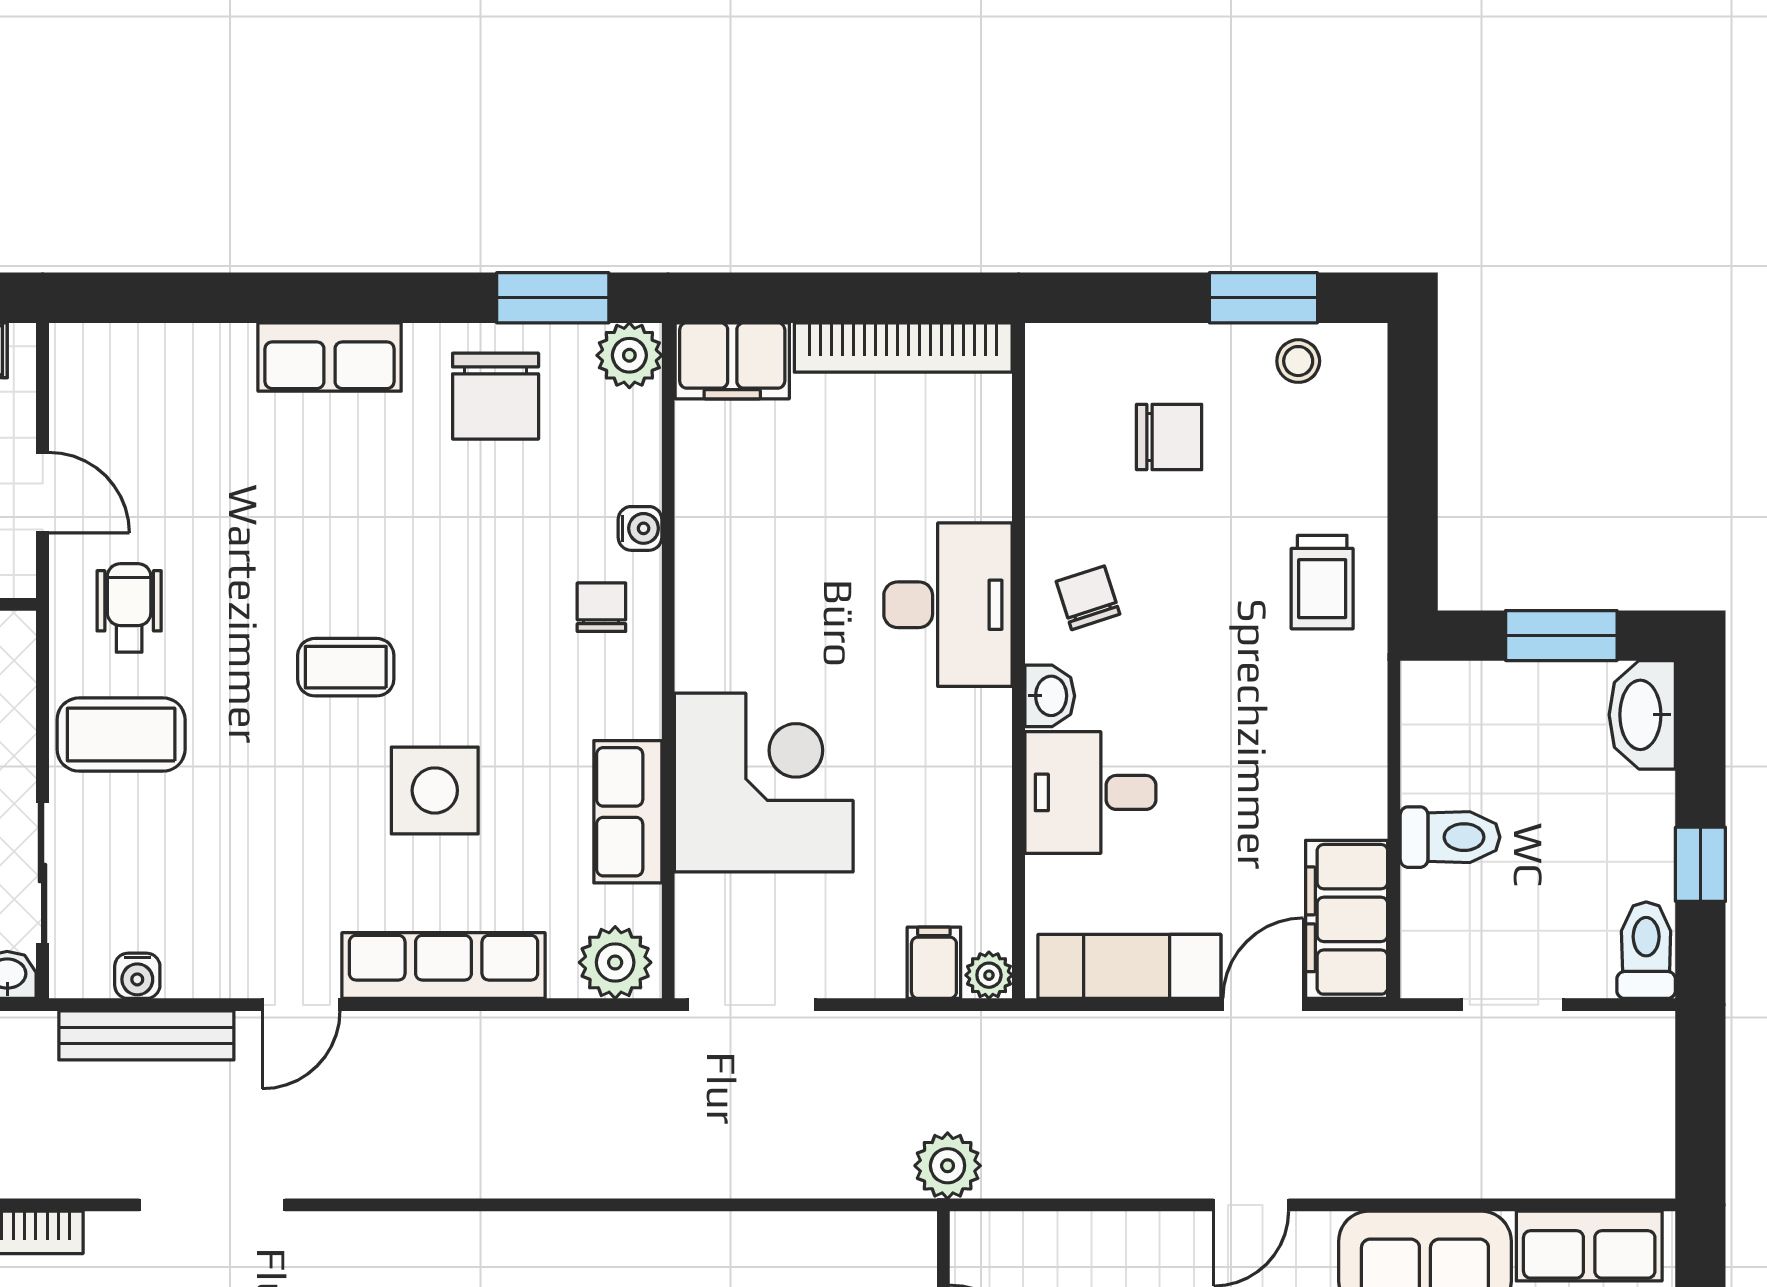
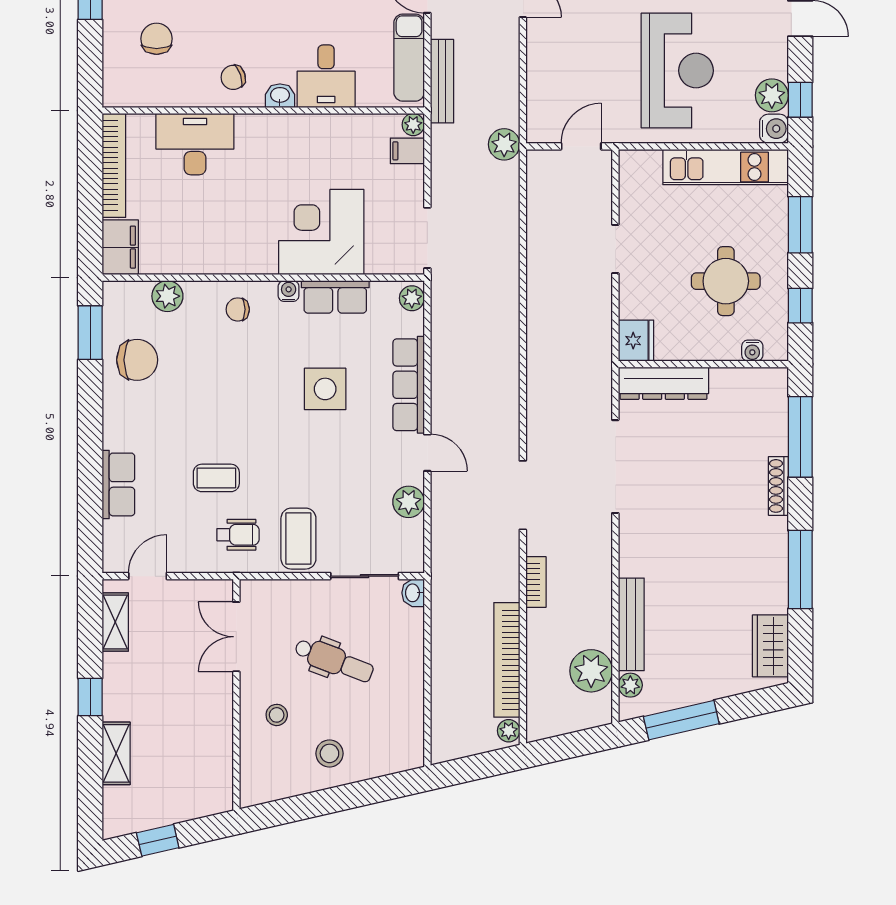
plant: (629, 355) -> (167, 296), moved
row of seats: (330, 357) -> (118, 484), moved
door: (43, 493) -> (148, 576), moved
water cooler: (640, 528) -> (289, 291), moved
desk: (948, 605) -> (195, 144), moved
wheelchair: (129, 608) -> (238, 535), turned 180
coffee table: (346, 667) -> (216, 478), moved, turned 90
plant: (615, 962) -> (412, 298), width x0.73, depth x0.73
plant: (198, 965) -> (409, 502), added
water cooler: (137, 976) -> (414, 531), removed
bench: (146, 1035) -> (442, 81), moved

